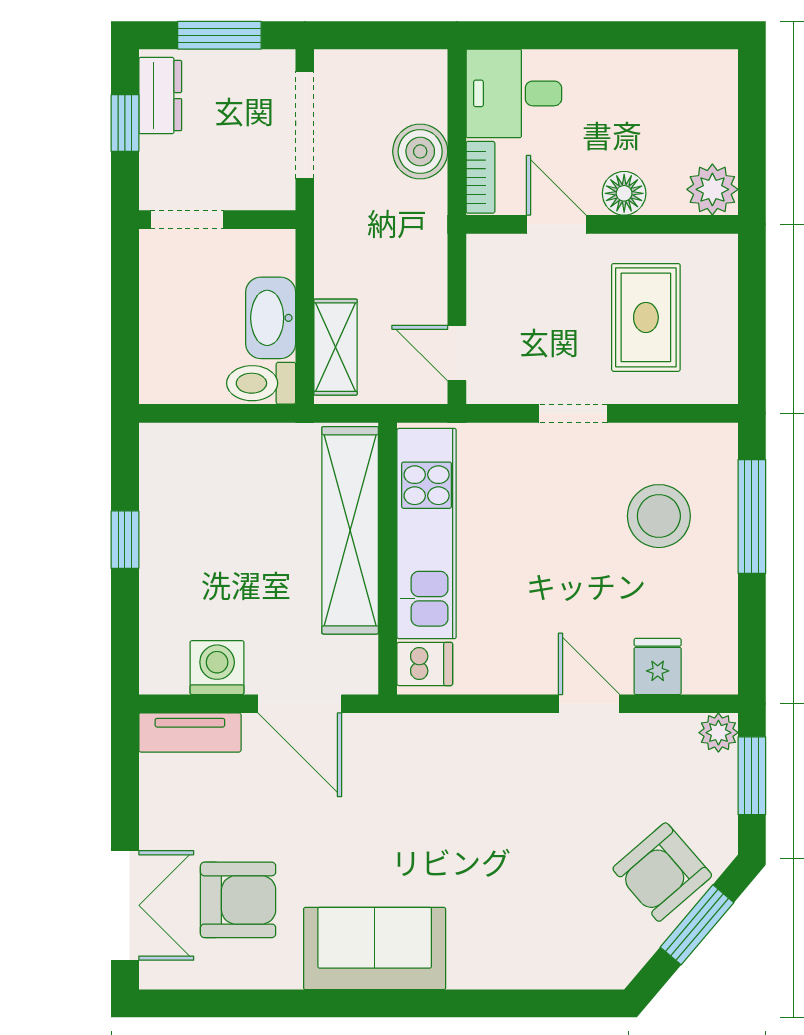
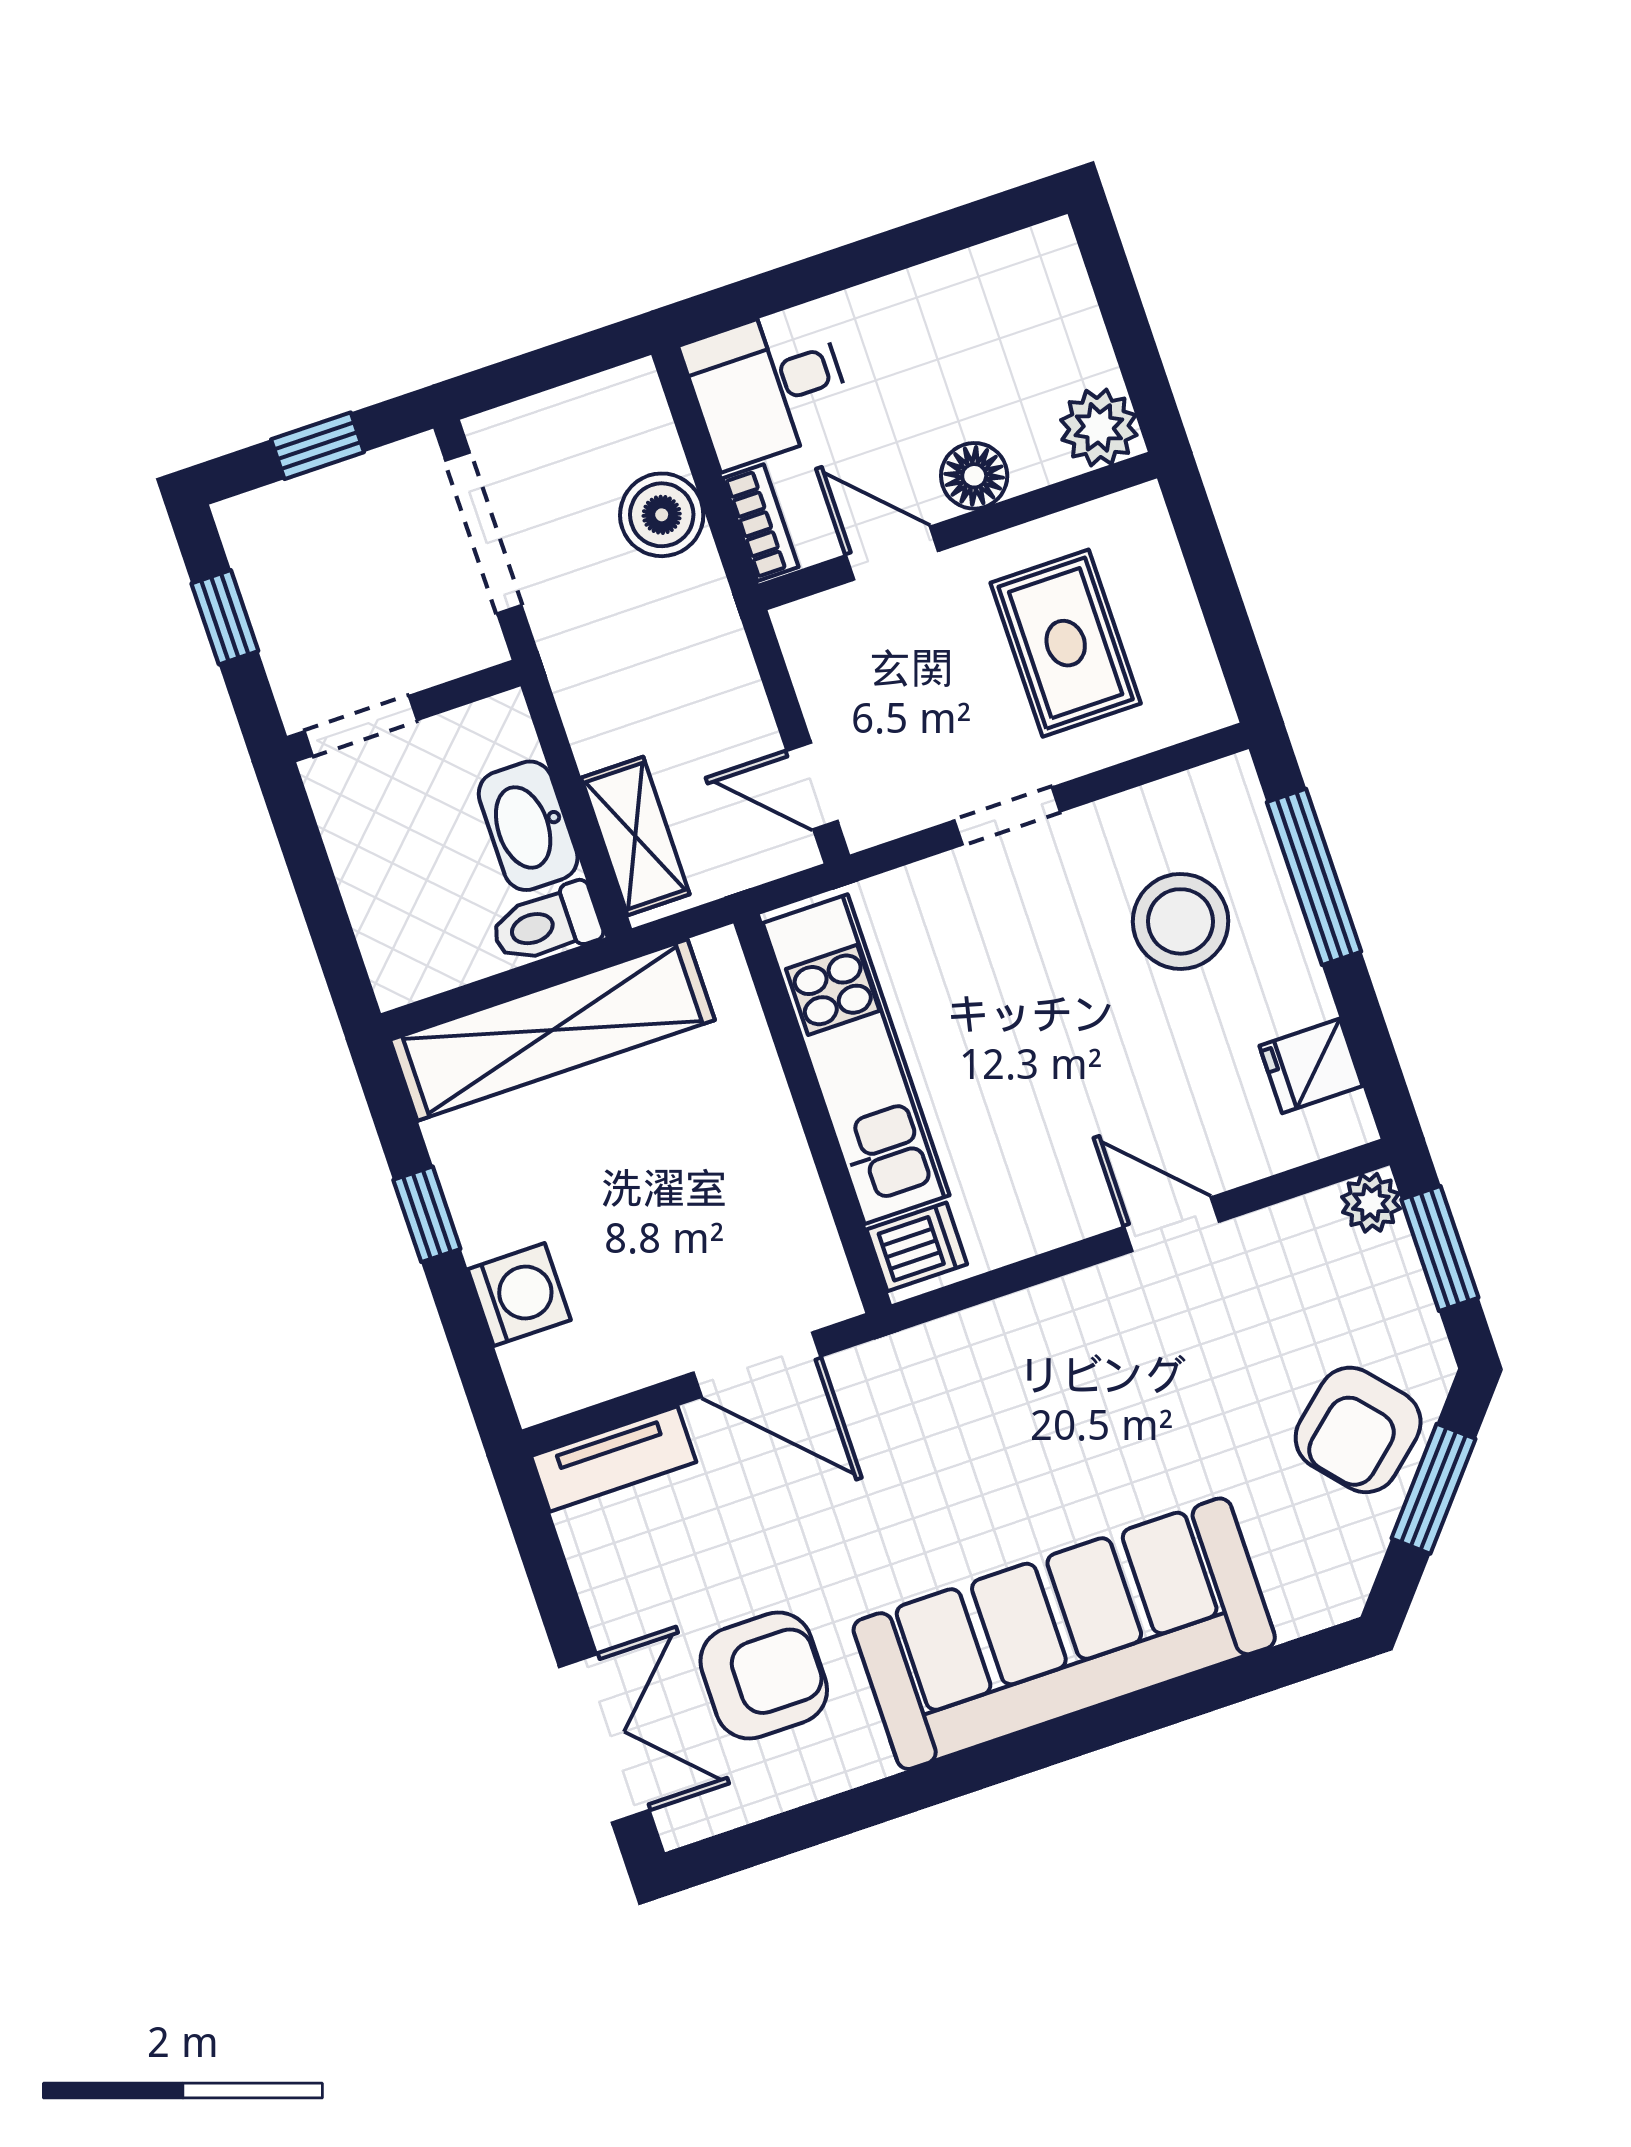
window: (219, 35) -> (318, 446), width x0.67
dresser: (160, 96) -> (262, 561), removed
shelving: (350, 530) -> (552, 1030), moved, turned 90
fridge: (658, 666) -> (1311, 1066), moved, turned -90
washing machine: (217, 668) -> (519, 1295), moved, turned 90
sofa: (375, 948) -> (1064, 1634), width x1.85, depth x1.27

